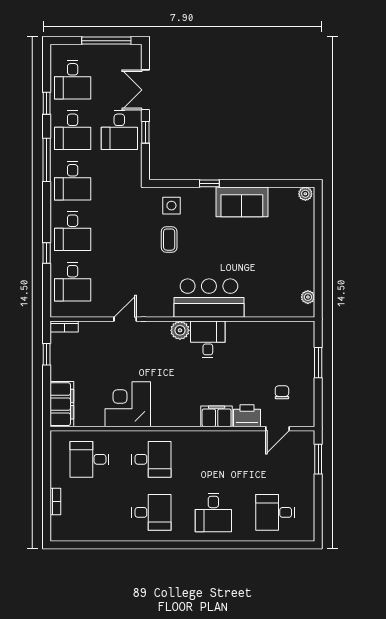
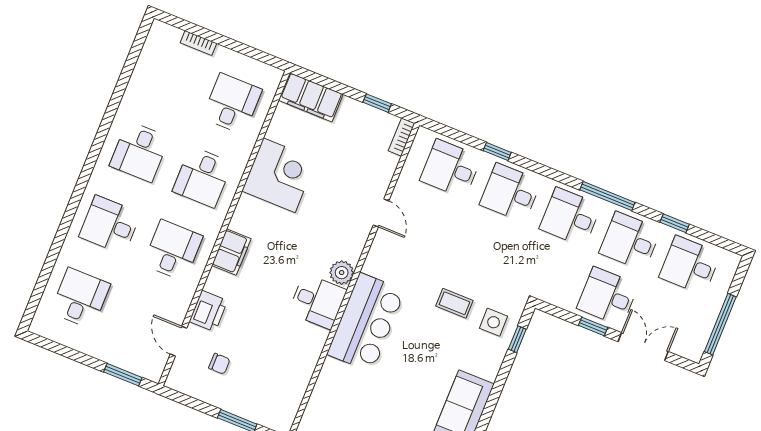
window: (209, 183) -> (517, 339), moved
filing cabinet: (217, 416) -> (231, 252), moved
desk: (213, 459) -> (173, 250), added

